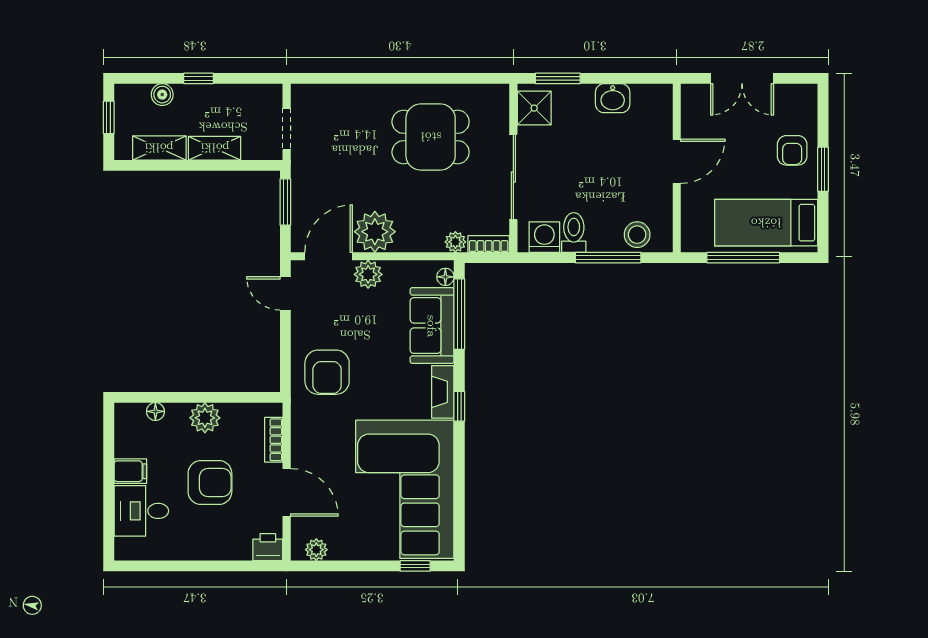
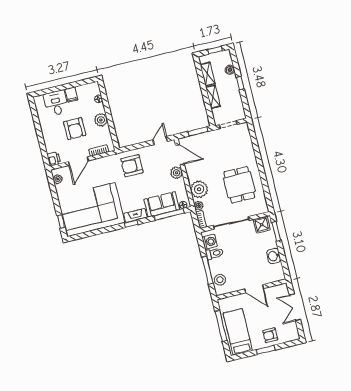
plant: (375, 232) -> (199, 189), moved

